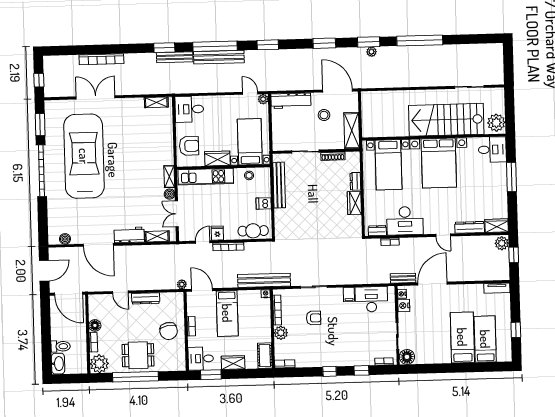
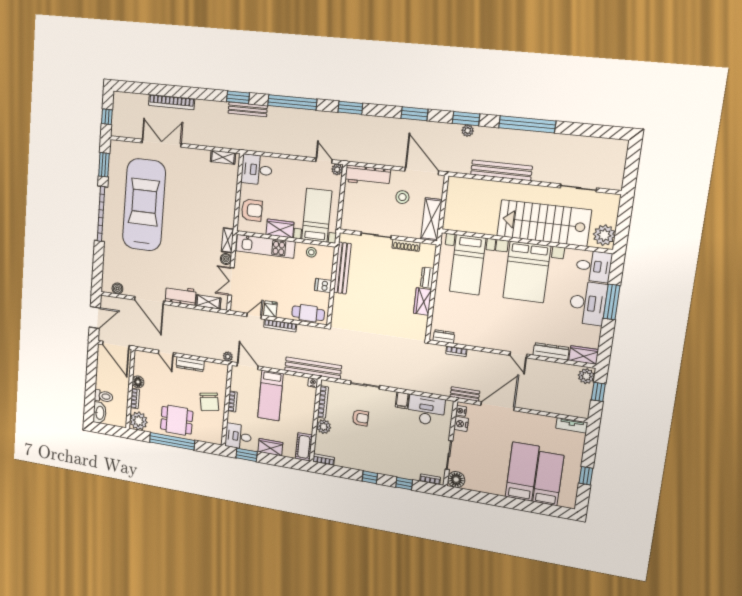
bench: (219, 57) -> (501, 170), moved
desk: (405, 221) -> (588, 303), moved, turned -90

